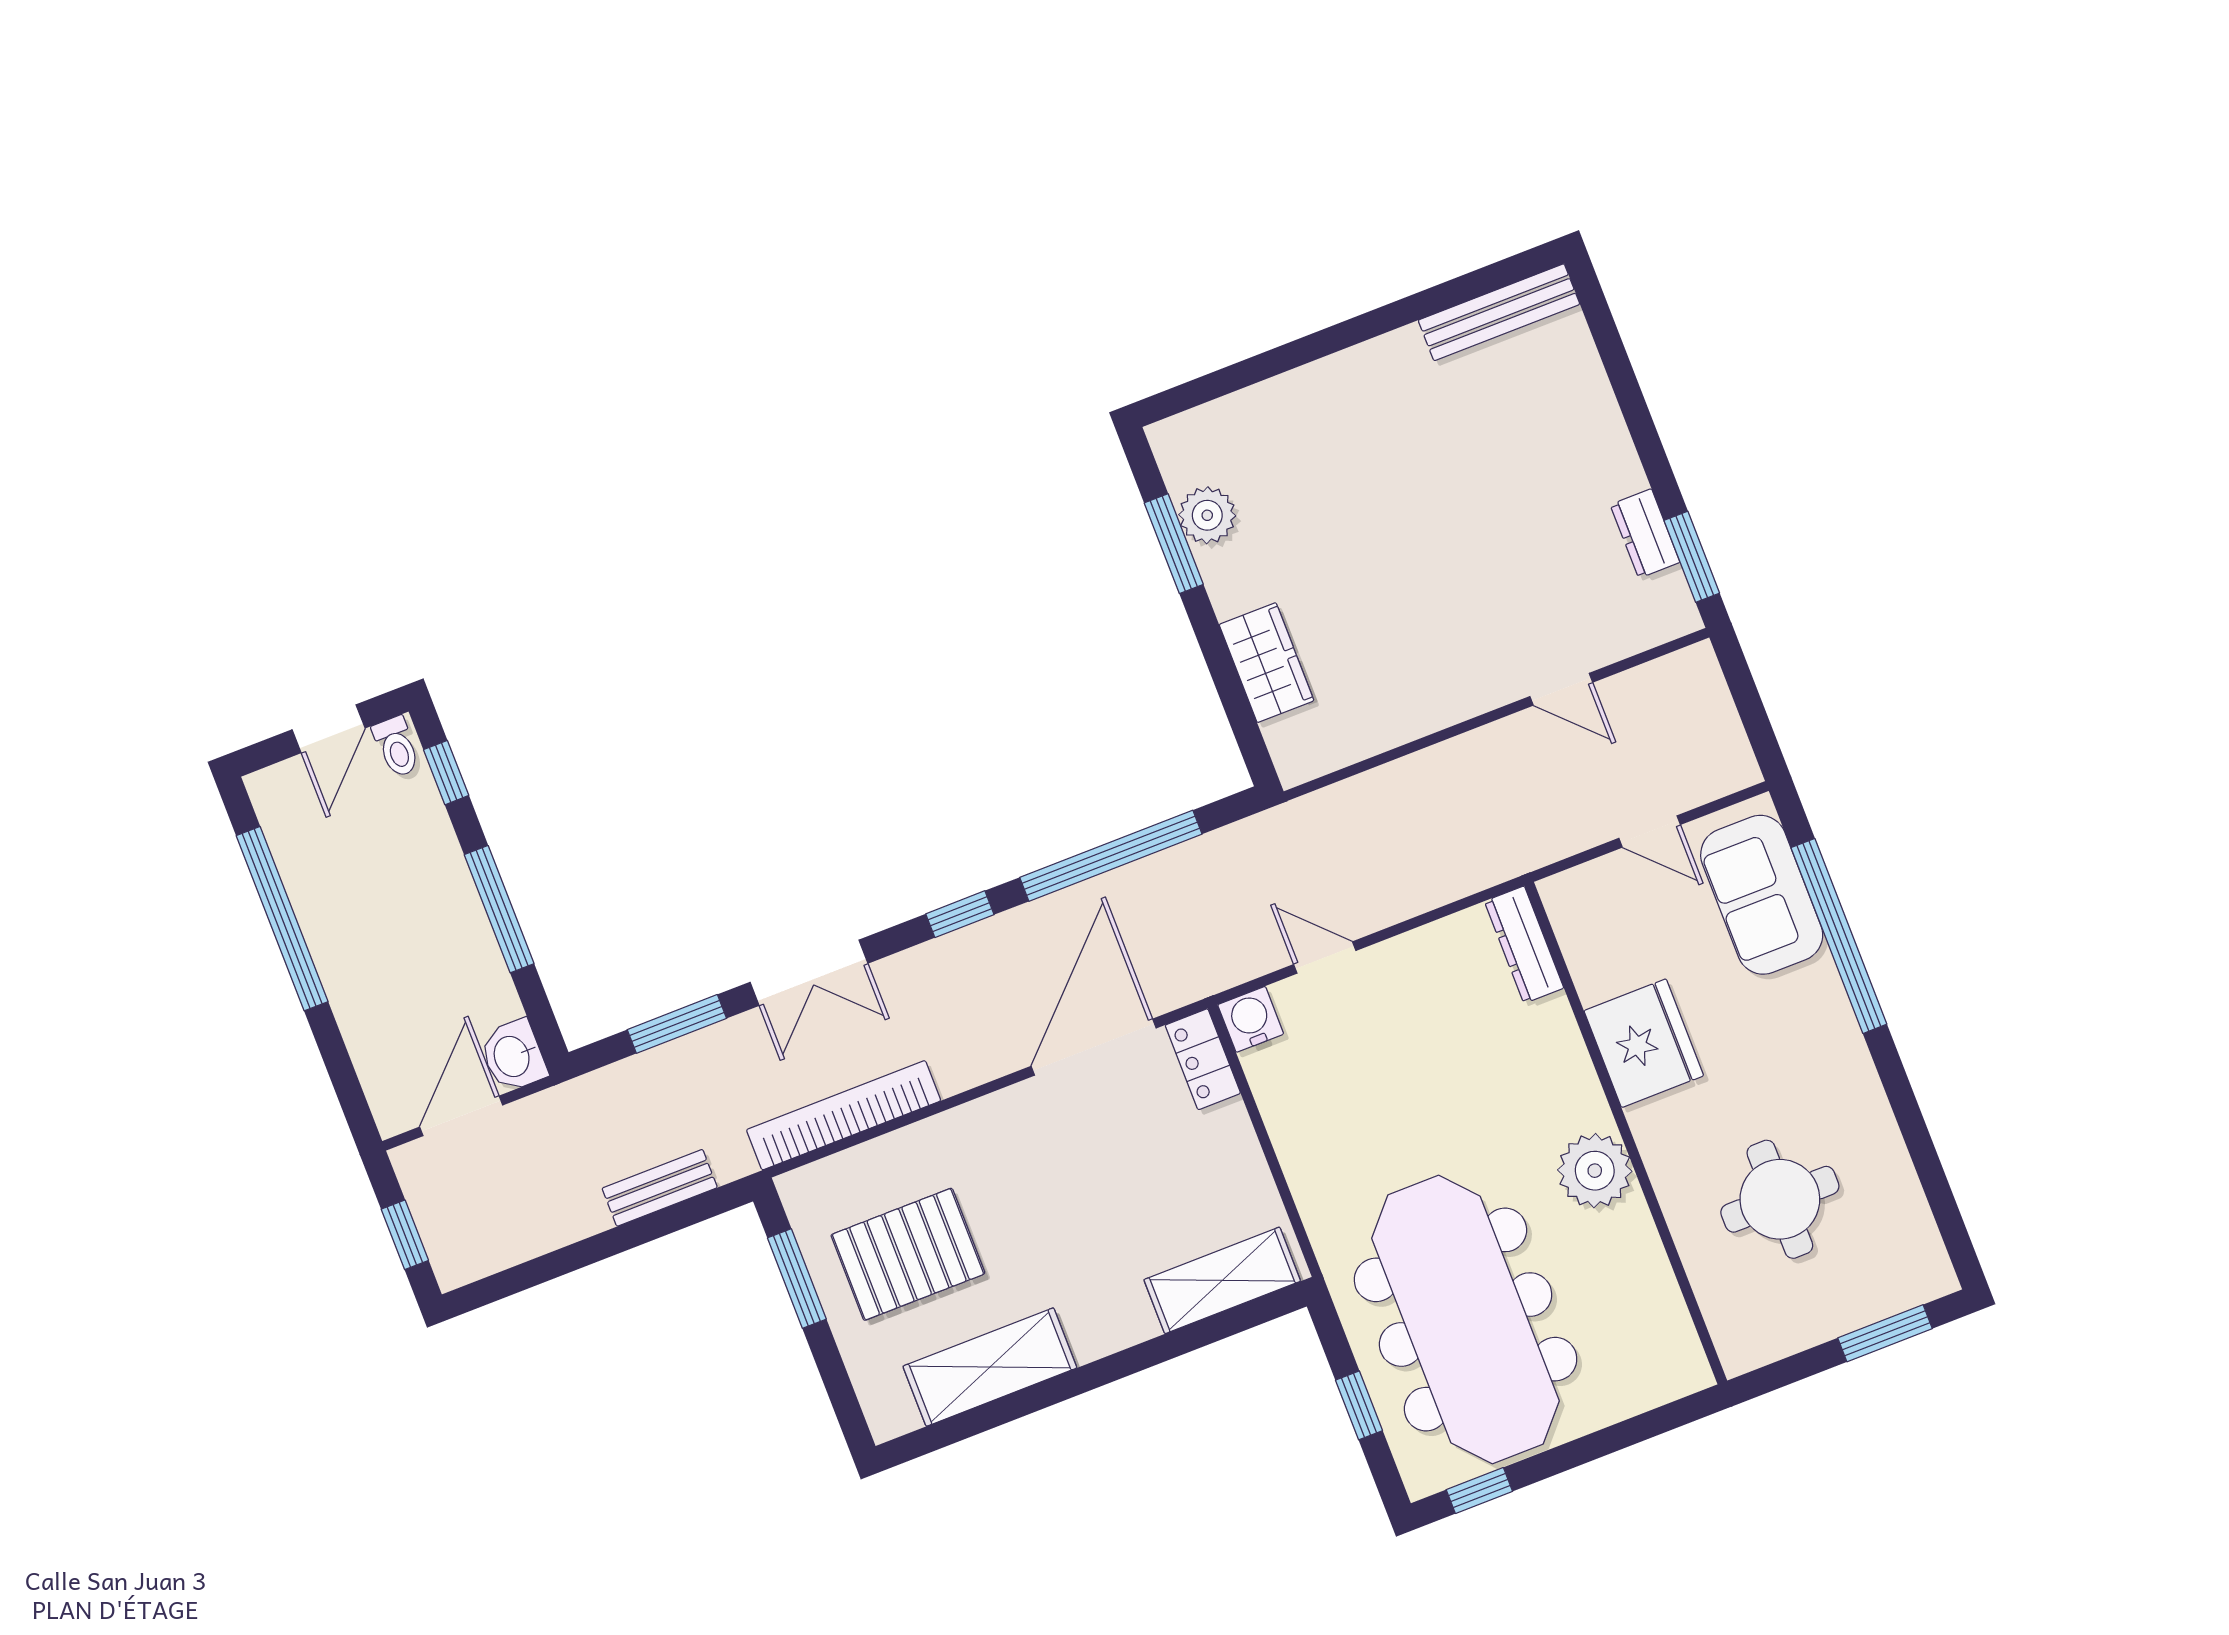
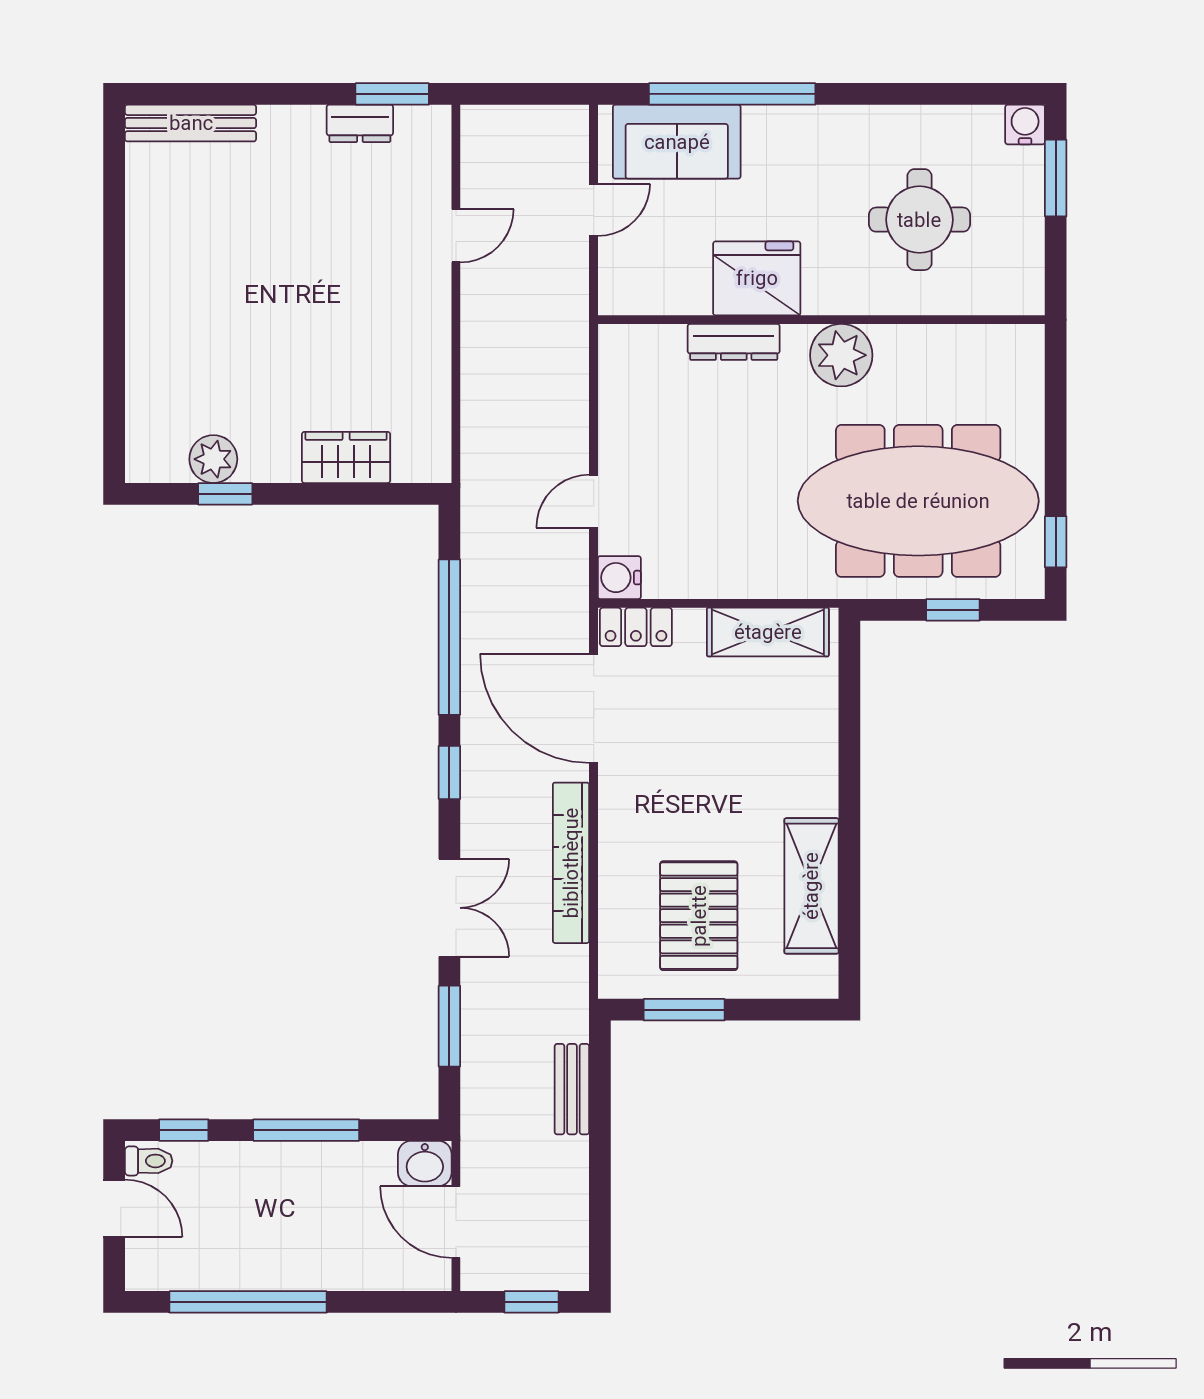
bench: (1499, 312) -> (191, 123), moved, turned 90
window: (1174, 544) -> (225, 494), width x0.67
dresser: (1524, 945) -> (734, 342), moved
bookcase: (844, 1115) -> (571, 863), moved
water cooler: (1931, 1276) -> (1025, 125), added
shelving: (1222, 1280) -> (768, 632), moved, turned 90

